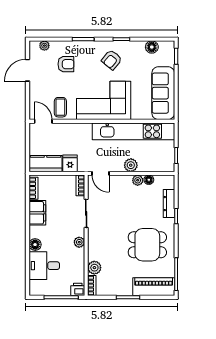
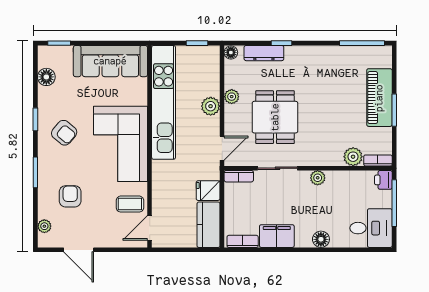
floor lamp: (149, 180) -> (231, 53), moved
dining table: (147, 245) -> (275, 117), moved
desk: (44, 266) -> (371, 228), moved, turned -90
piano: (154, 287) -> (379, 98), moved

